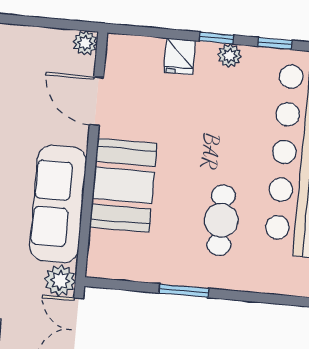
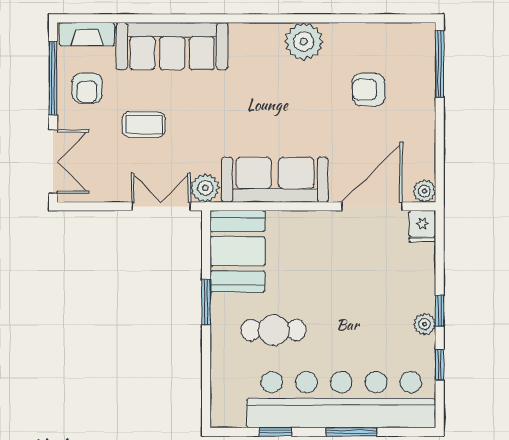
fridge: (180, 56) -> (422, 226), moved, turned -90
door: (97, 101) -> (372, 206), width x1.36
booth: (123, 185) -> (238, 251), moved, turned 90

